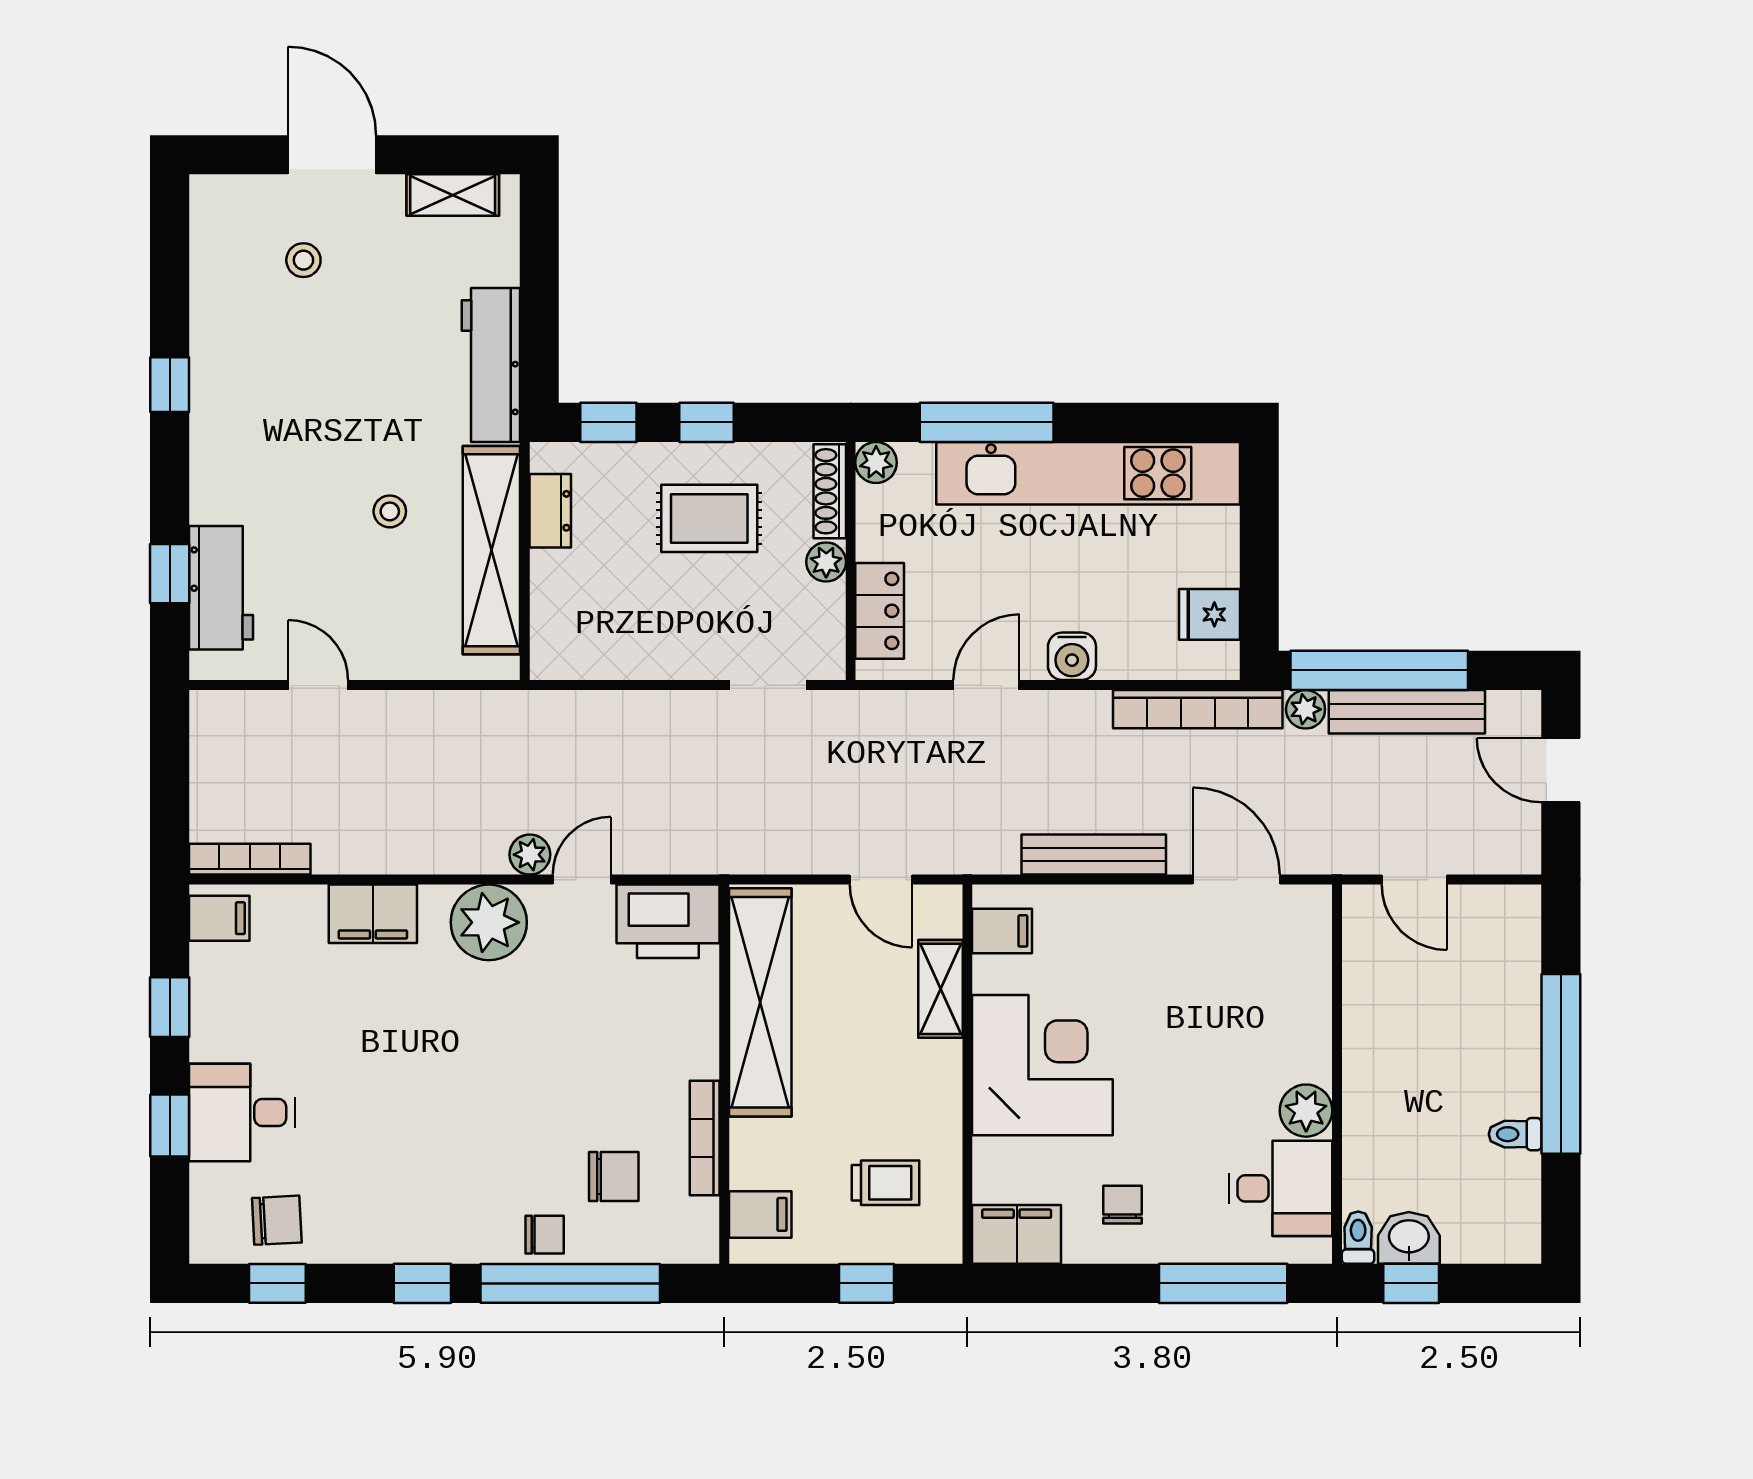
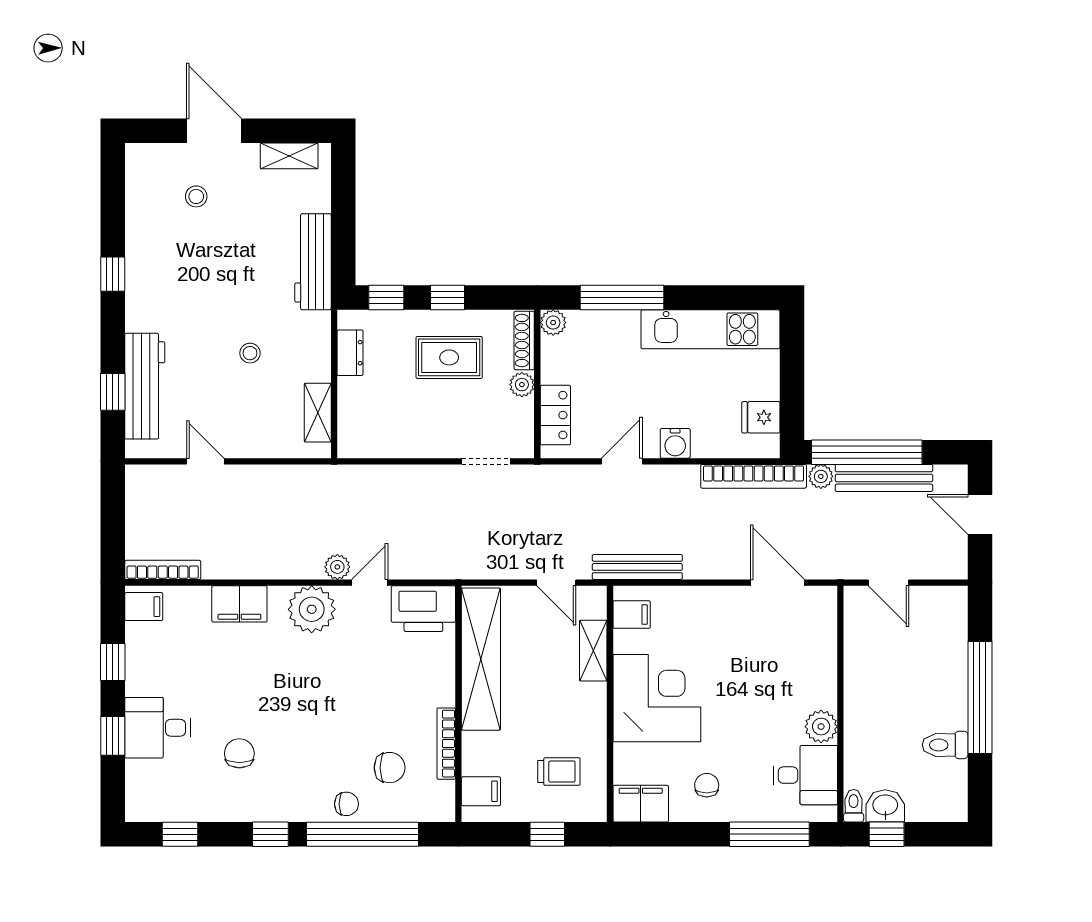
kitchen unit: (1088, 473) -> (710, 329), width x0.73
shelving: (491, 550) -> (318, 413), width x0.45, depth x0.75
workbench: (221, 588) -> (145, 386), width x1.38
bench: (1094, 855) -> (637, 567), moved
toilet: (1515, 1134) -> (945, 745), width x1.37, depth x1.39
chair: (277, 1220) -> (239, 753), moved, turned -87

